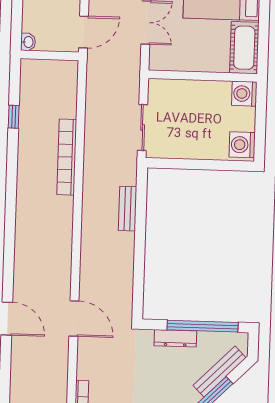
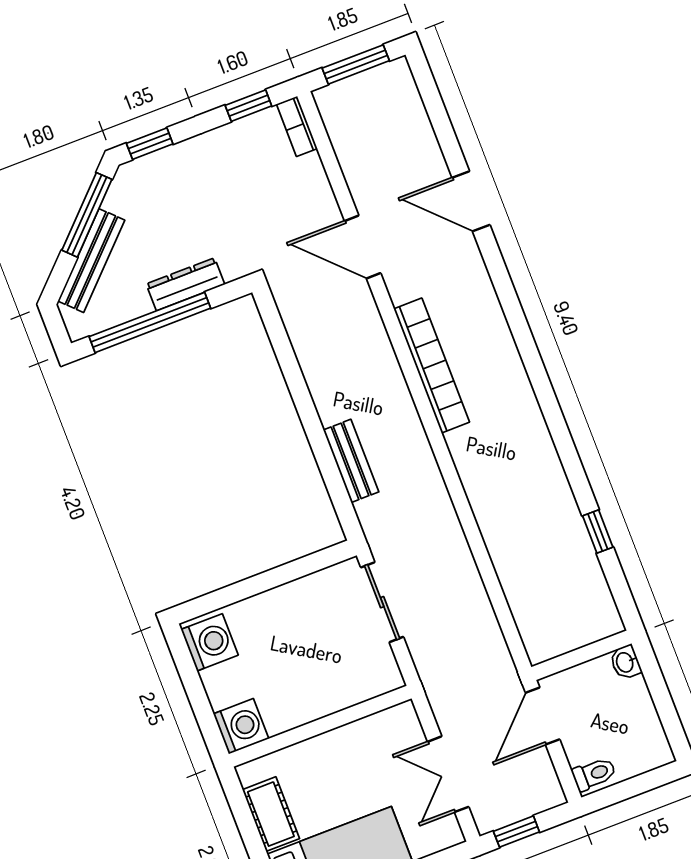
cot: (244, 48) -> (271, 814), width x0.73, depth x0.75
bookcase: (67, 157) -> (432, 366), moved

